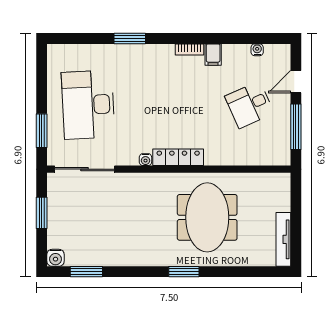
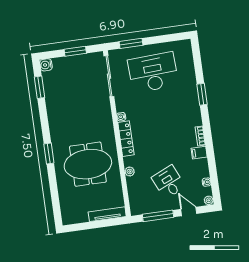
plant: (284, 51) -> (209, 200), added
plant: (226, 159) -> (130, 172), added
tv unit: (283, 239) -> (107, 214), moved

